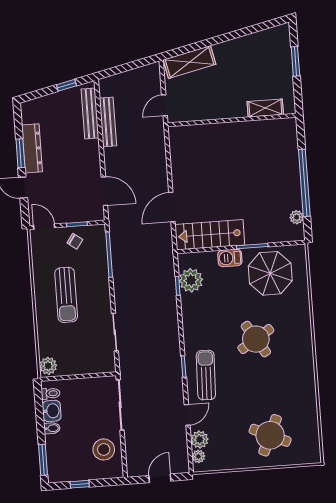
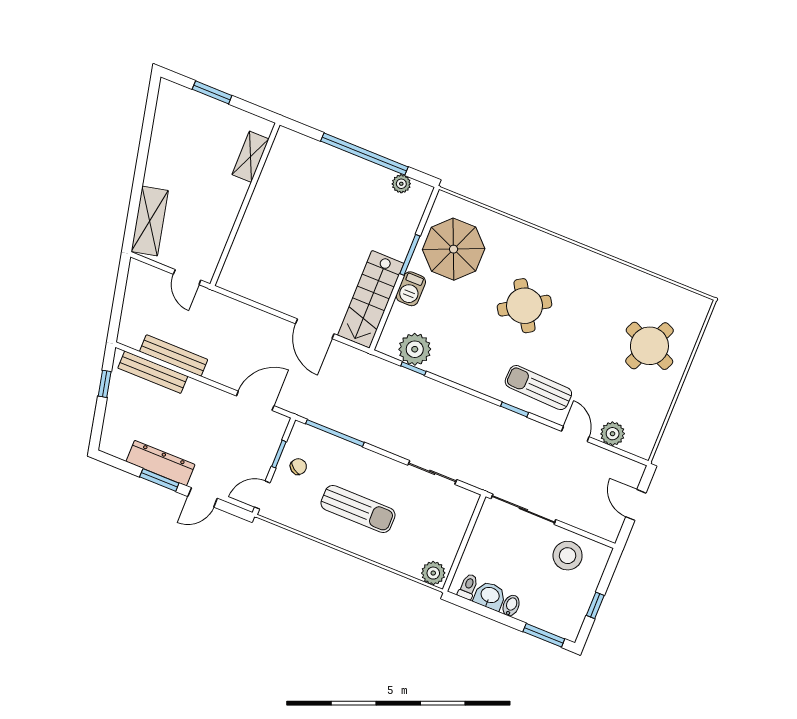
plant: (198, 456) -> (632, 445), removed

